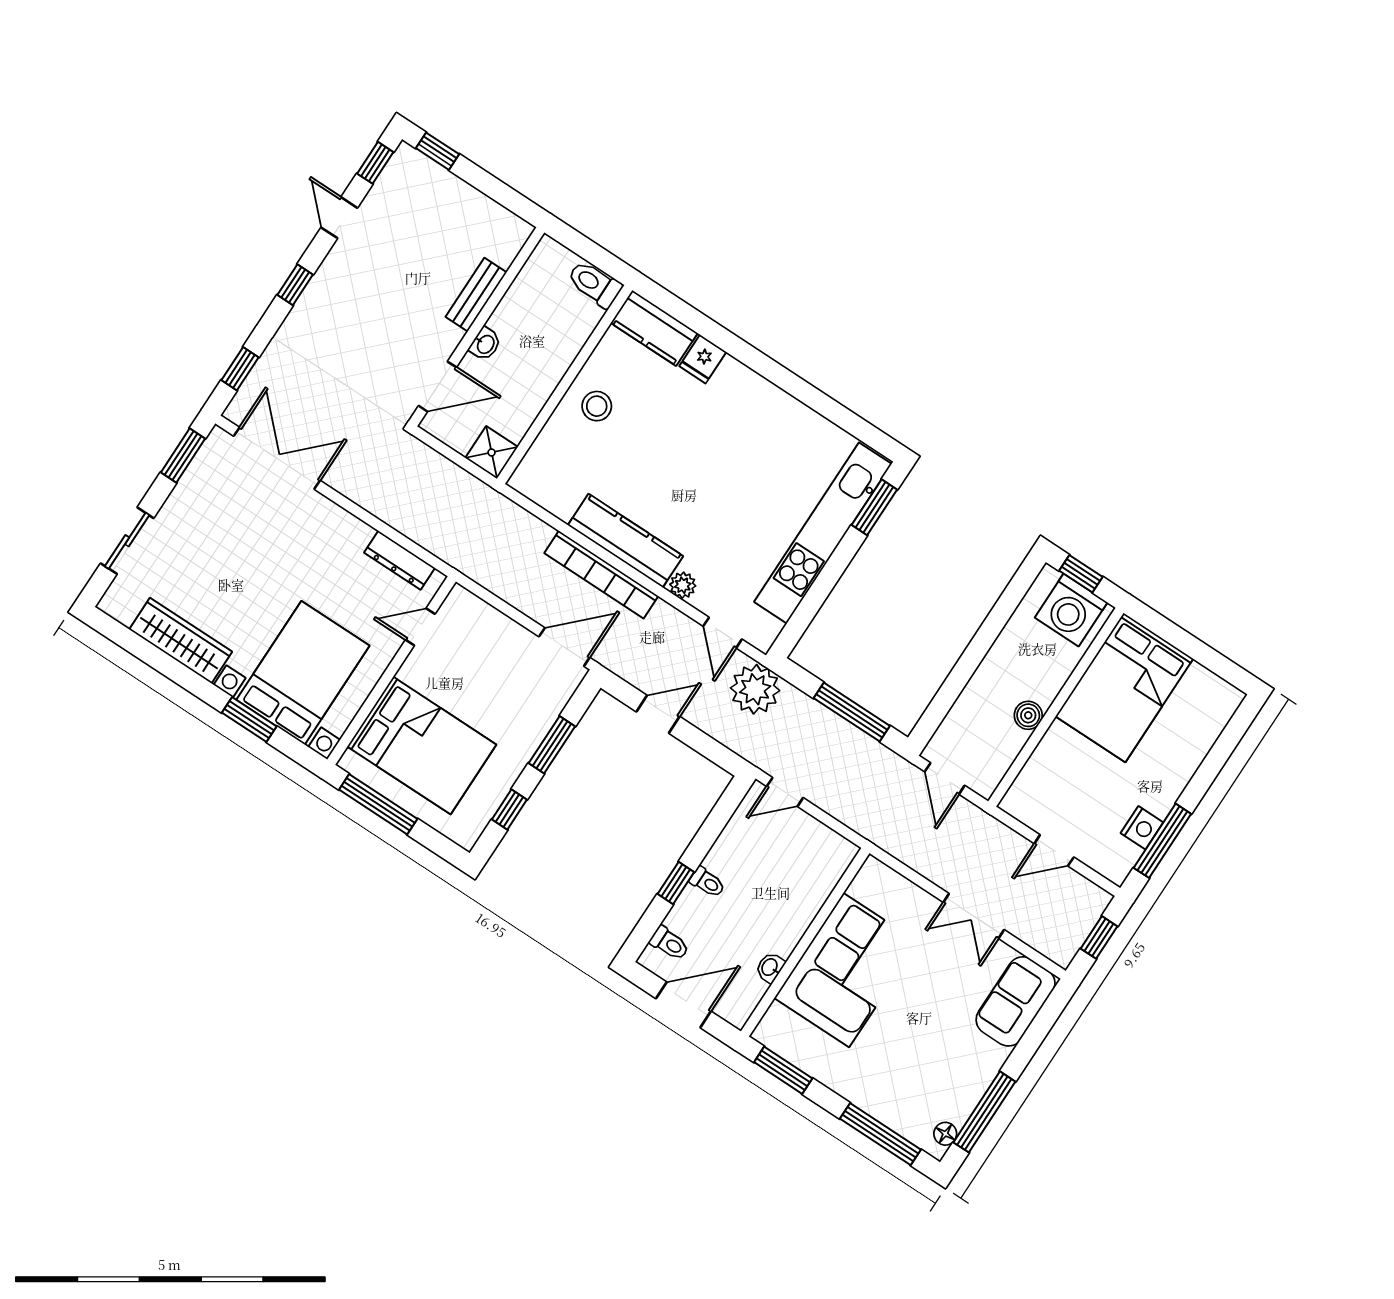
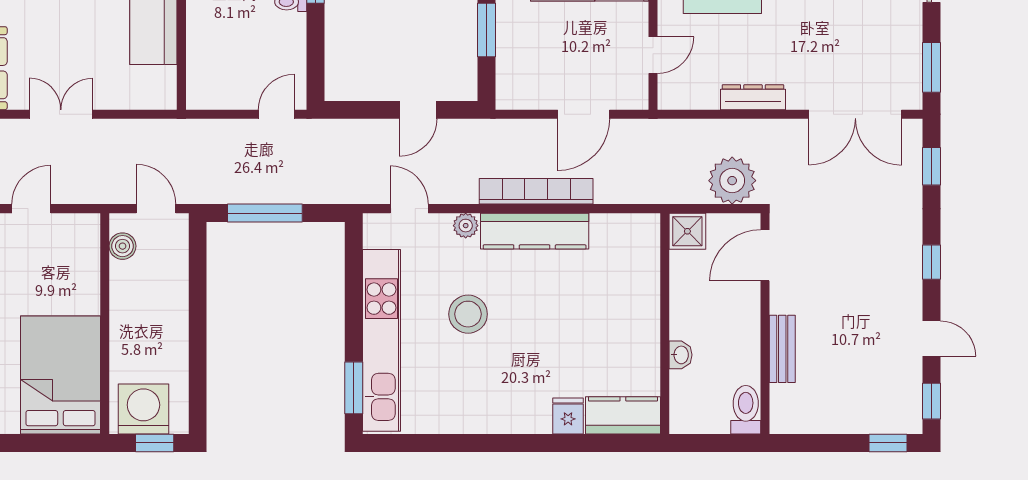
toilet: (595, 284) -> (746, 410), moved, turned -90
washbasin: (485, 344) -> (681, 355), moved, turned 180
stool: (597, 406) -> (468, 314), moved, width x1.38, depth x1.38
dresser: (399, 560) -> (753, 97), moved
door: (564, 647) -> (584, 114), moved
plant: (755, 689) -> (732, 181), moved
boiler: (1028, 715) -> (123, 246), moved

